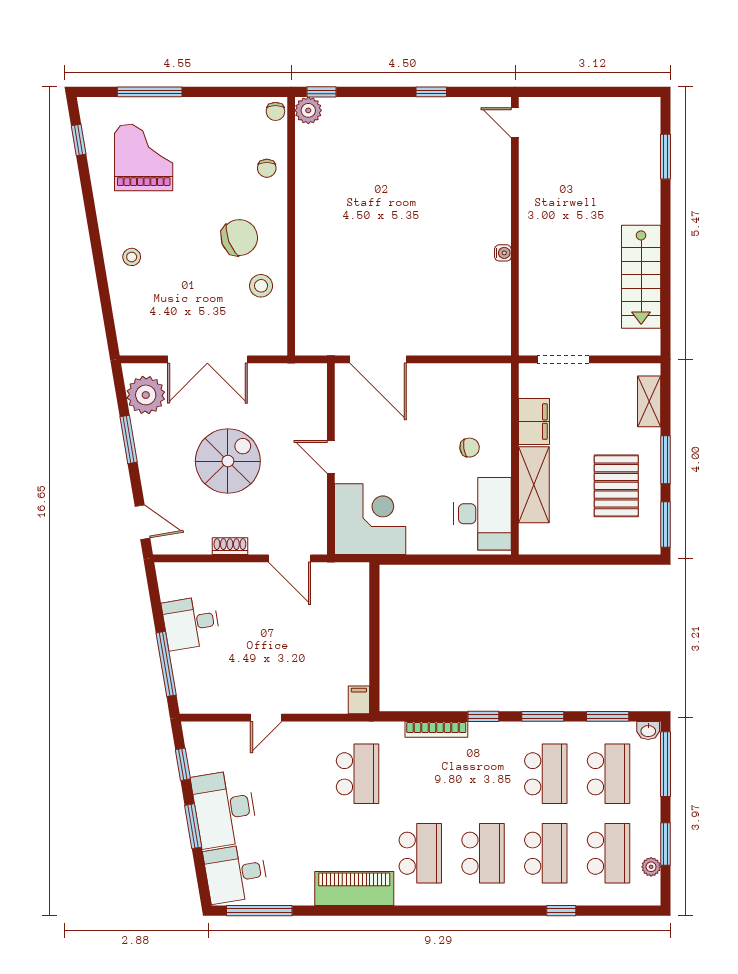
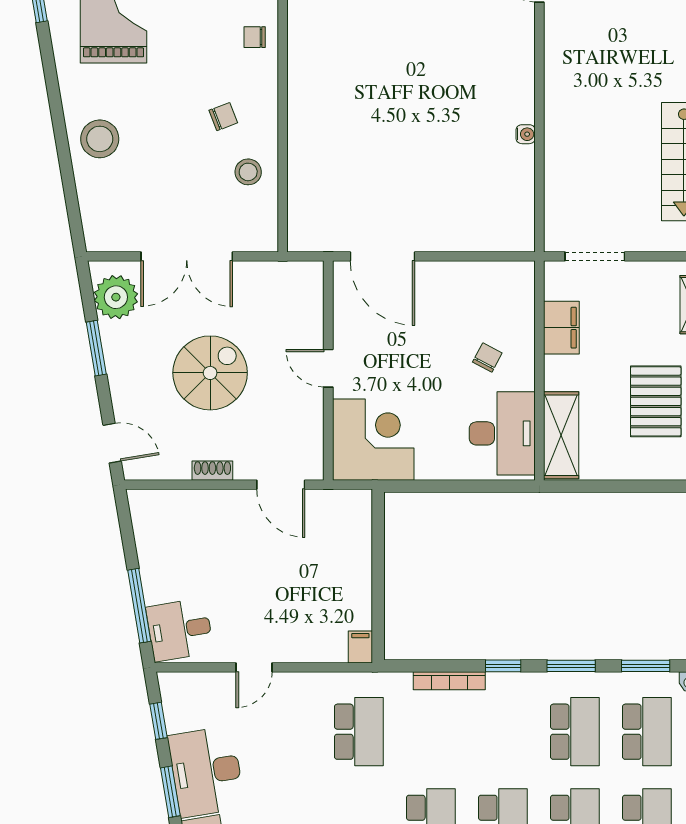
chair: (267, 168) -> (255, 37), turned 90
chair: (239, 238) -> (223, 117), width x0.54, depth x0.54
stool: (132, 257) -> (100, 139), width x1.89, depth x1.89
chair: (470, 448) -> (487, 357), turned -54
shelving: (534, 485) -> (561, 435), moved
desk: (191, 623) -> (180, 630), moved

